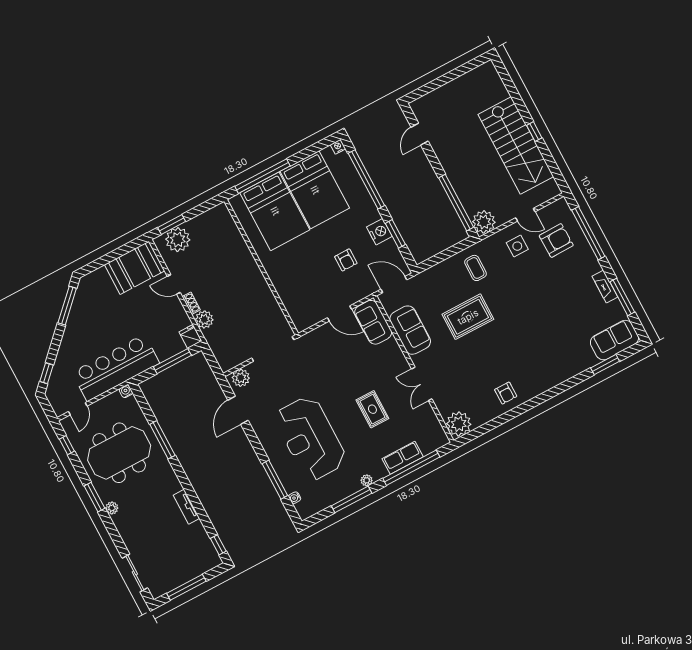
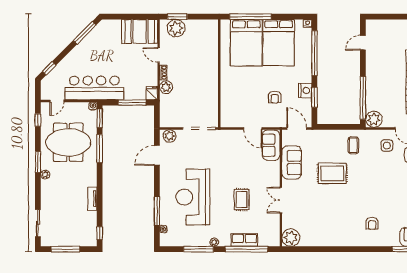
armchair: (506, 393) -> (372, 223), moved
window: (142, 402) -> (100, 118), added

